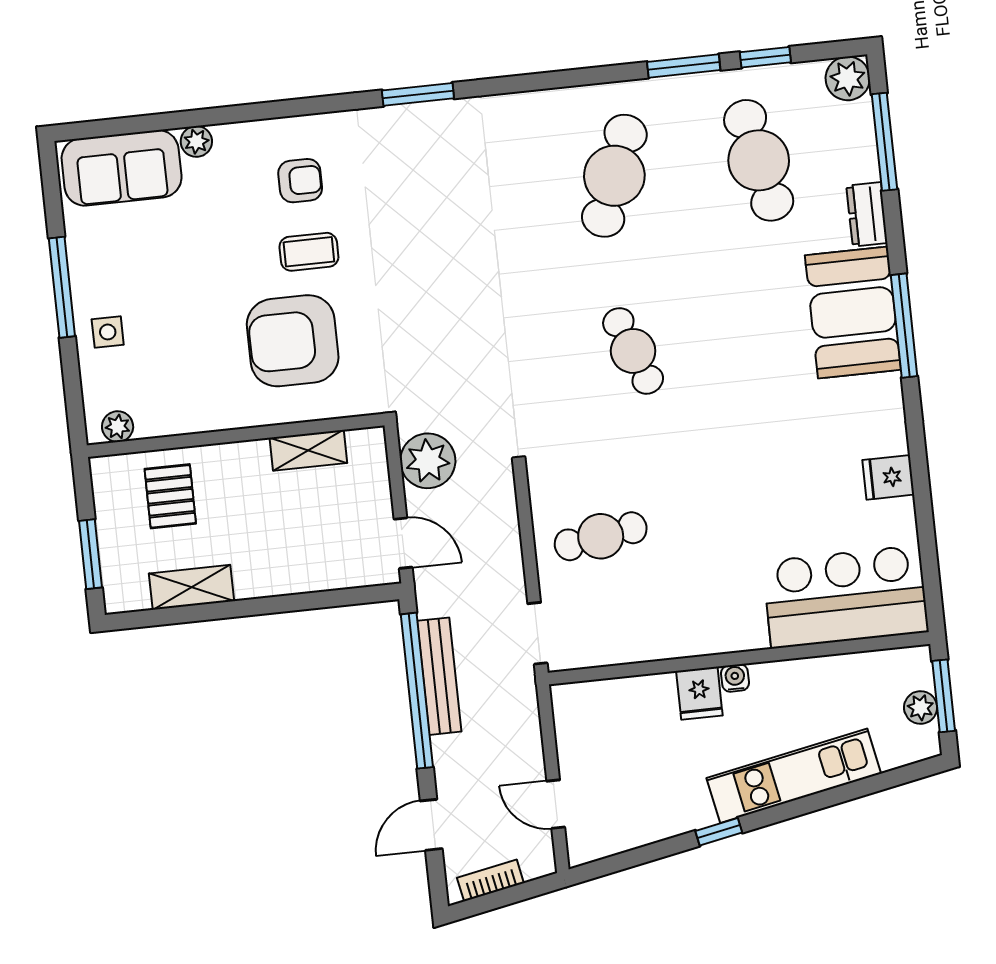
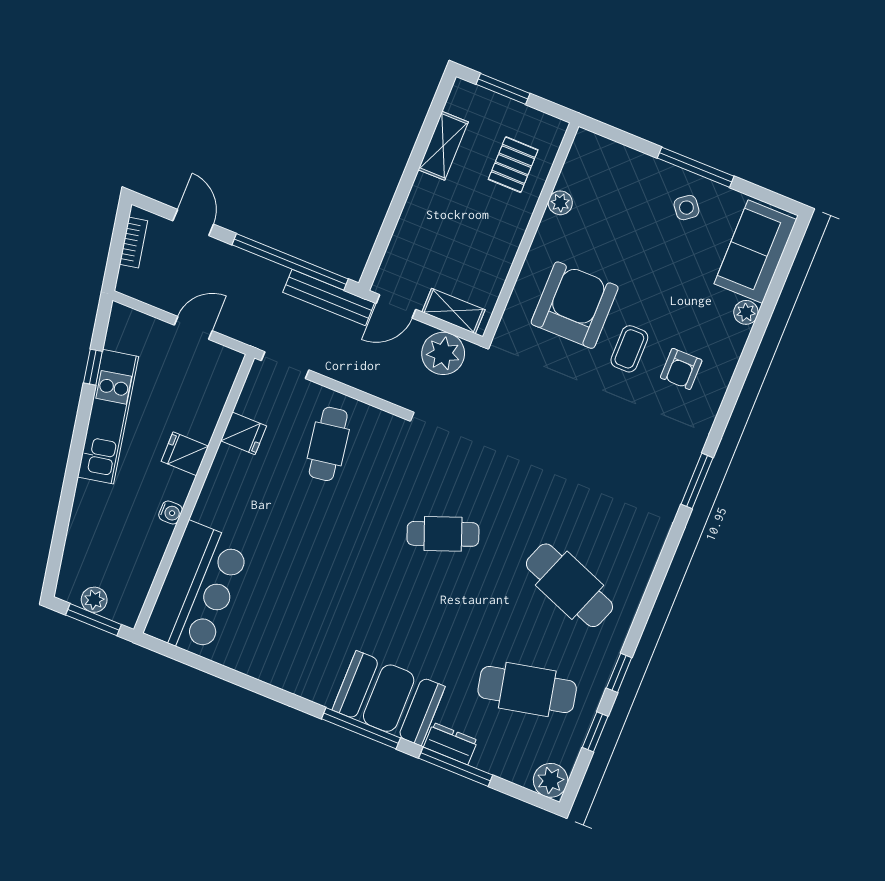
window: (684, 66) -> (619, 673), width x0.67
window: (884, 142) -> (456, 767), moved
side table: (108, 332) -> (686, 208), moved, turned -38
plant: (118, 427) -> (560, 203), moved
shelving: (308, 450) -> (453, 311), moved, turned 90
fridge: (888, 477) -> (244, 433), moved, turned 90
pallet: (170, 496) -> (513, 165), turned 90
bench: (439, 676) -> (329, 297), moved
water cooler: (735, 678) -> (171, 513), moved
kitchen unit: (794, 776) -> (108, 417), moved
door: (556, 804) -> (193, 328), moved
window: (719, 832) -> (93, 367), moved

